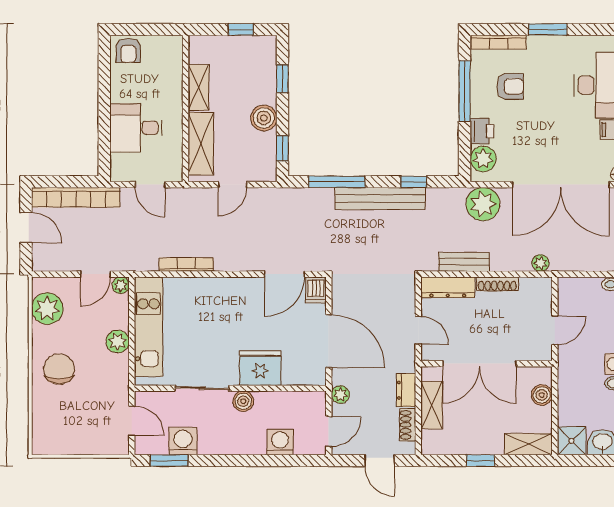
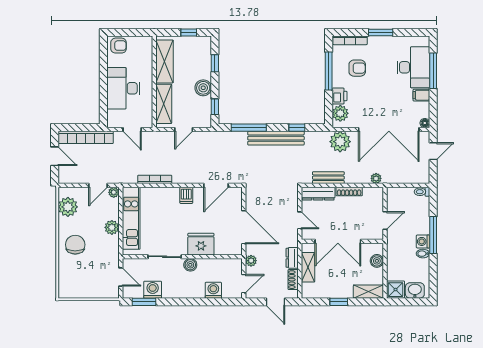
armchair: (128, 50) -> (119, 46), turned -90
shelving: (199, 87) -> (165, 61), width x1.50, depth x1.33
desk: (136, 128) -> (123, 88), width x1.37
dishwasher: (316, 290) -> (186, 195), moved

